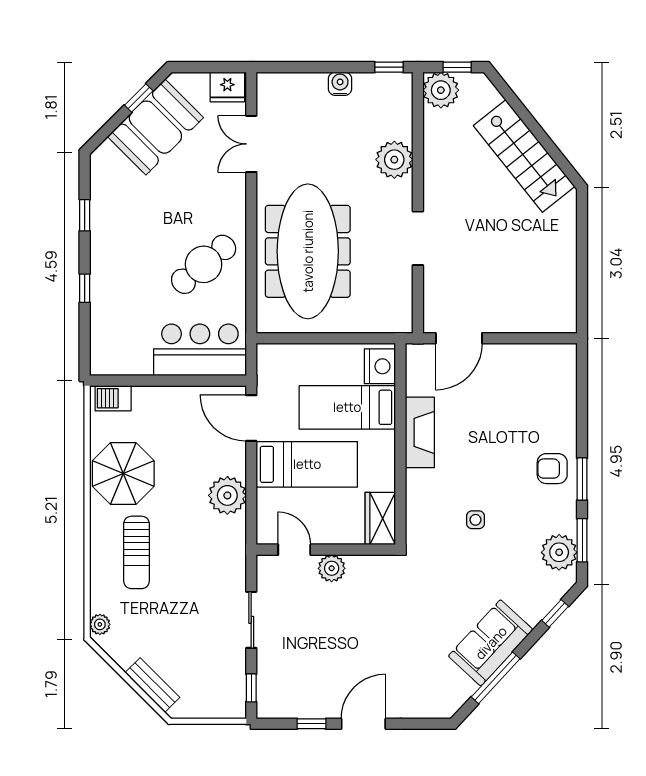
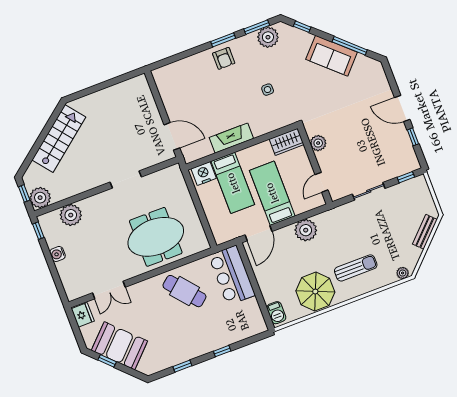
plant: (394, 160) -> (71, 215), moved
meeting table: (308, 251) -> (156, 237), width x0.73
plant: (332, 568) -> (318, 143), moved

